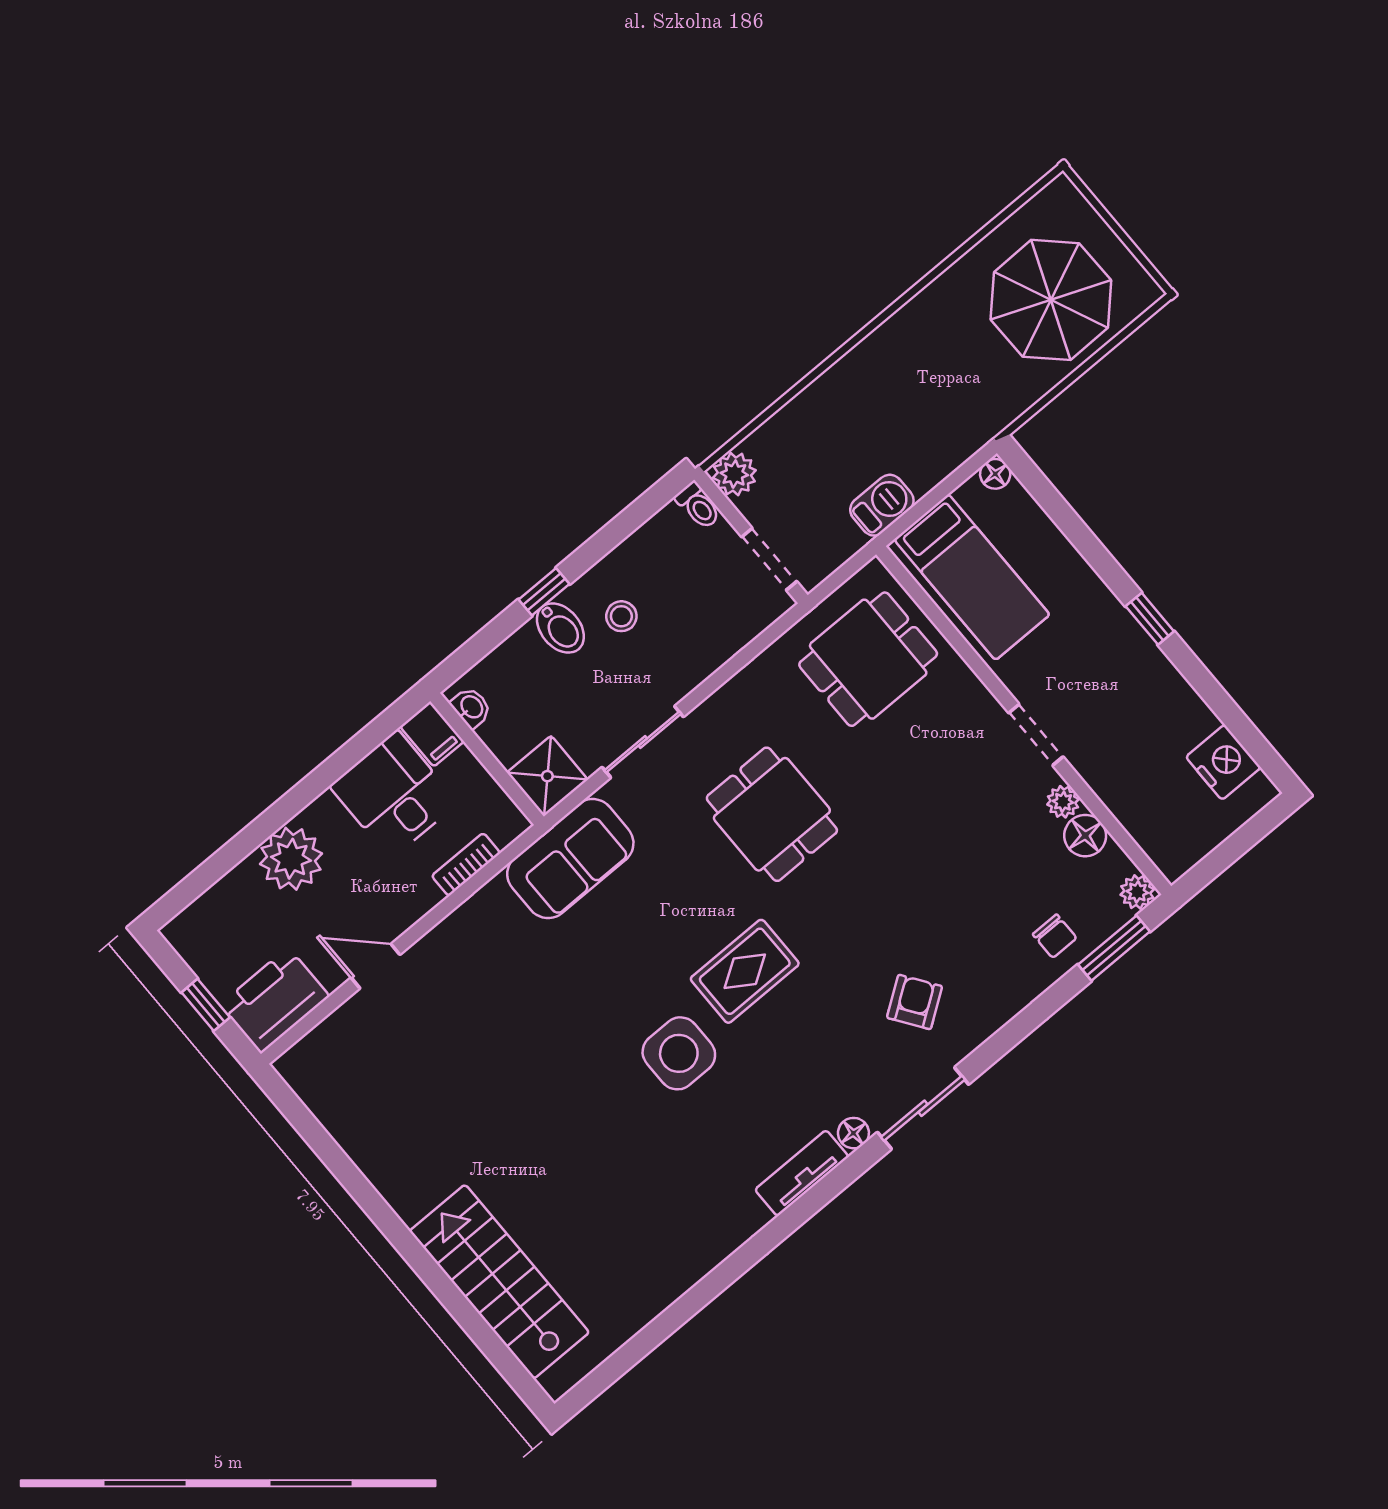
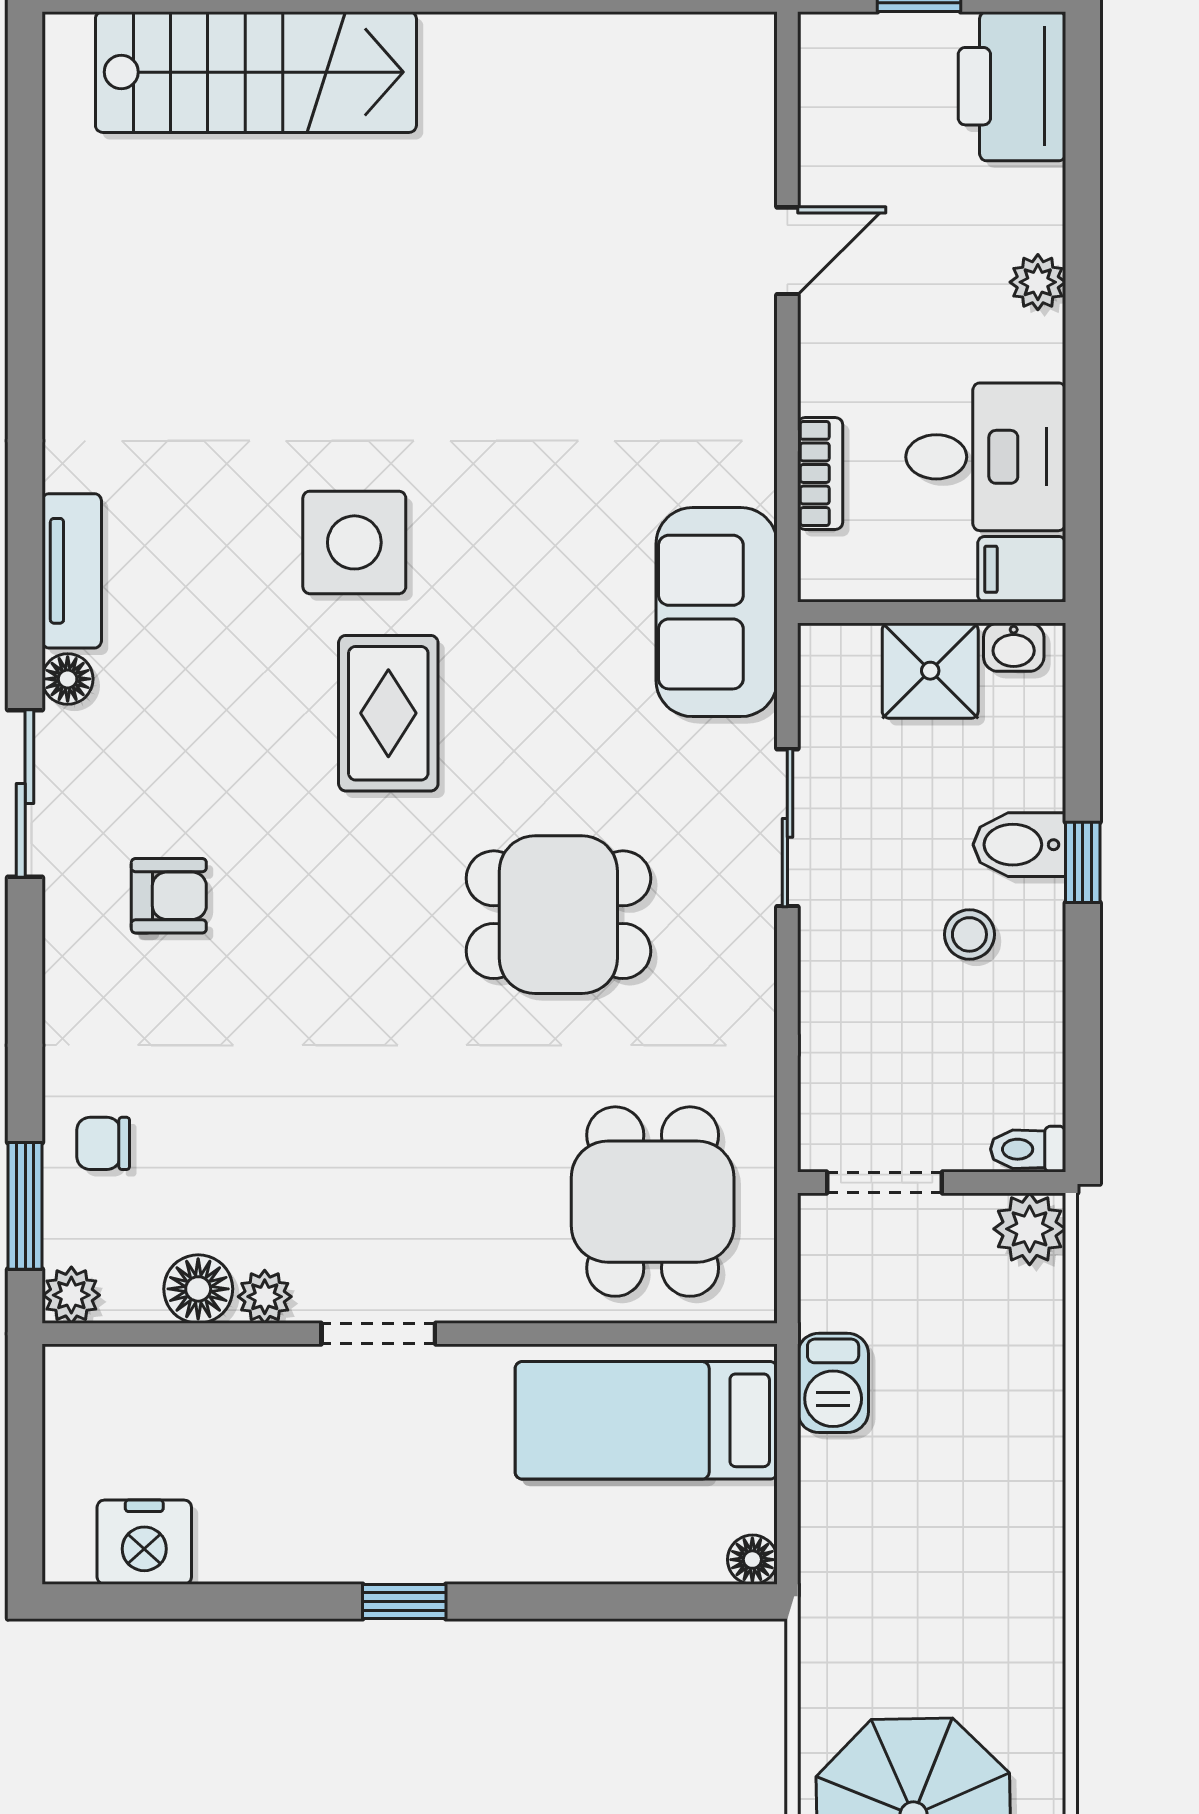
shower: (547, 776) -> (930, 671), moved
plant: (291, 859) -> (1038, 282), width x0.53, depth x0.53
printer: (274, 1000) -> (1012, 86), moved, turned 180
armchair: (915, 1002) -> (169, 896), turned -55

